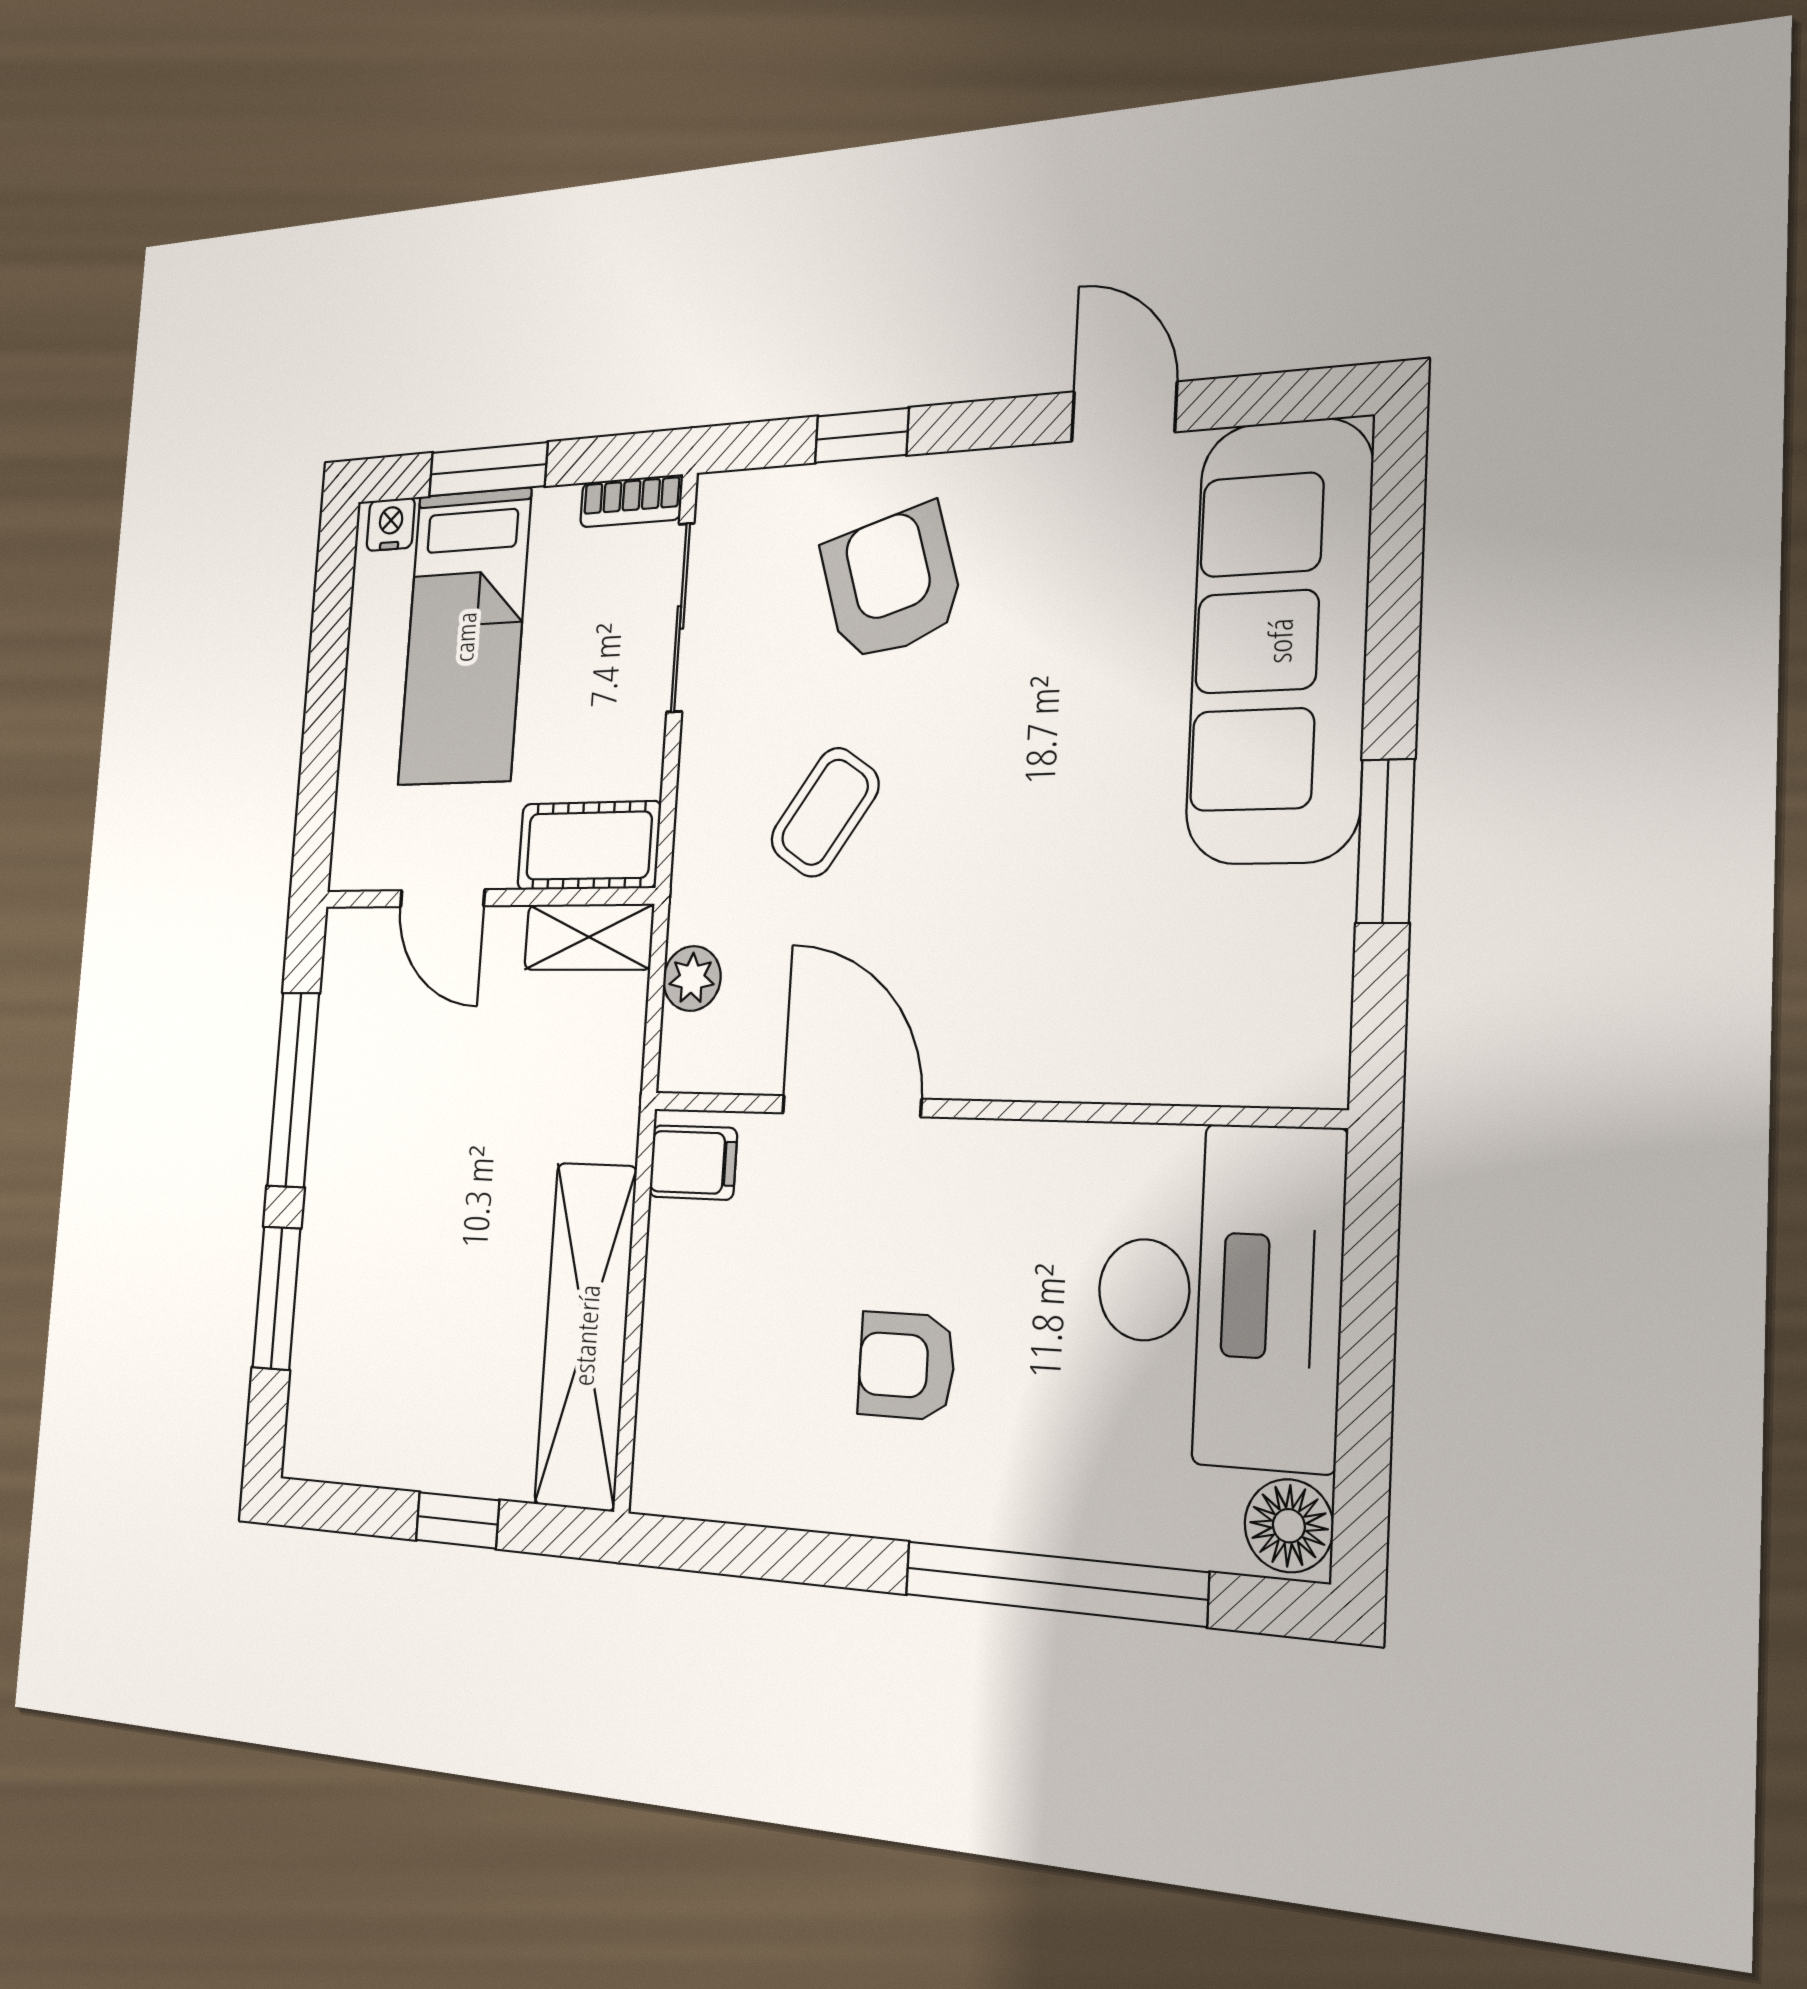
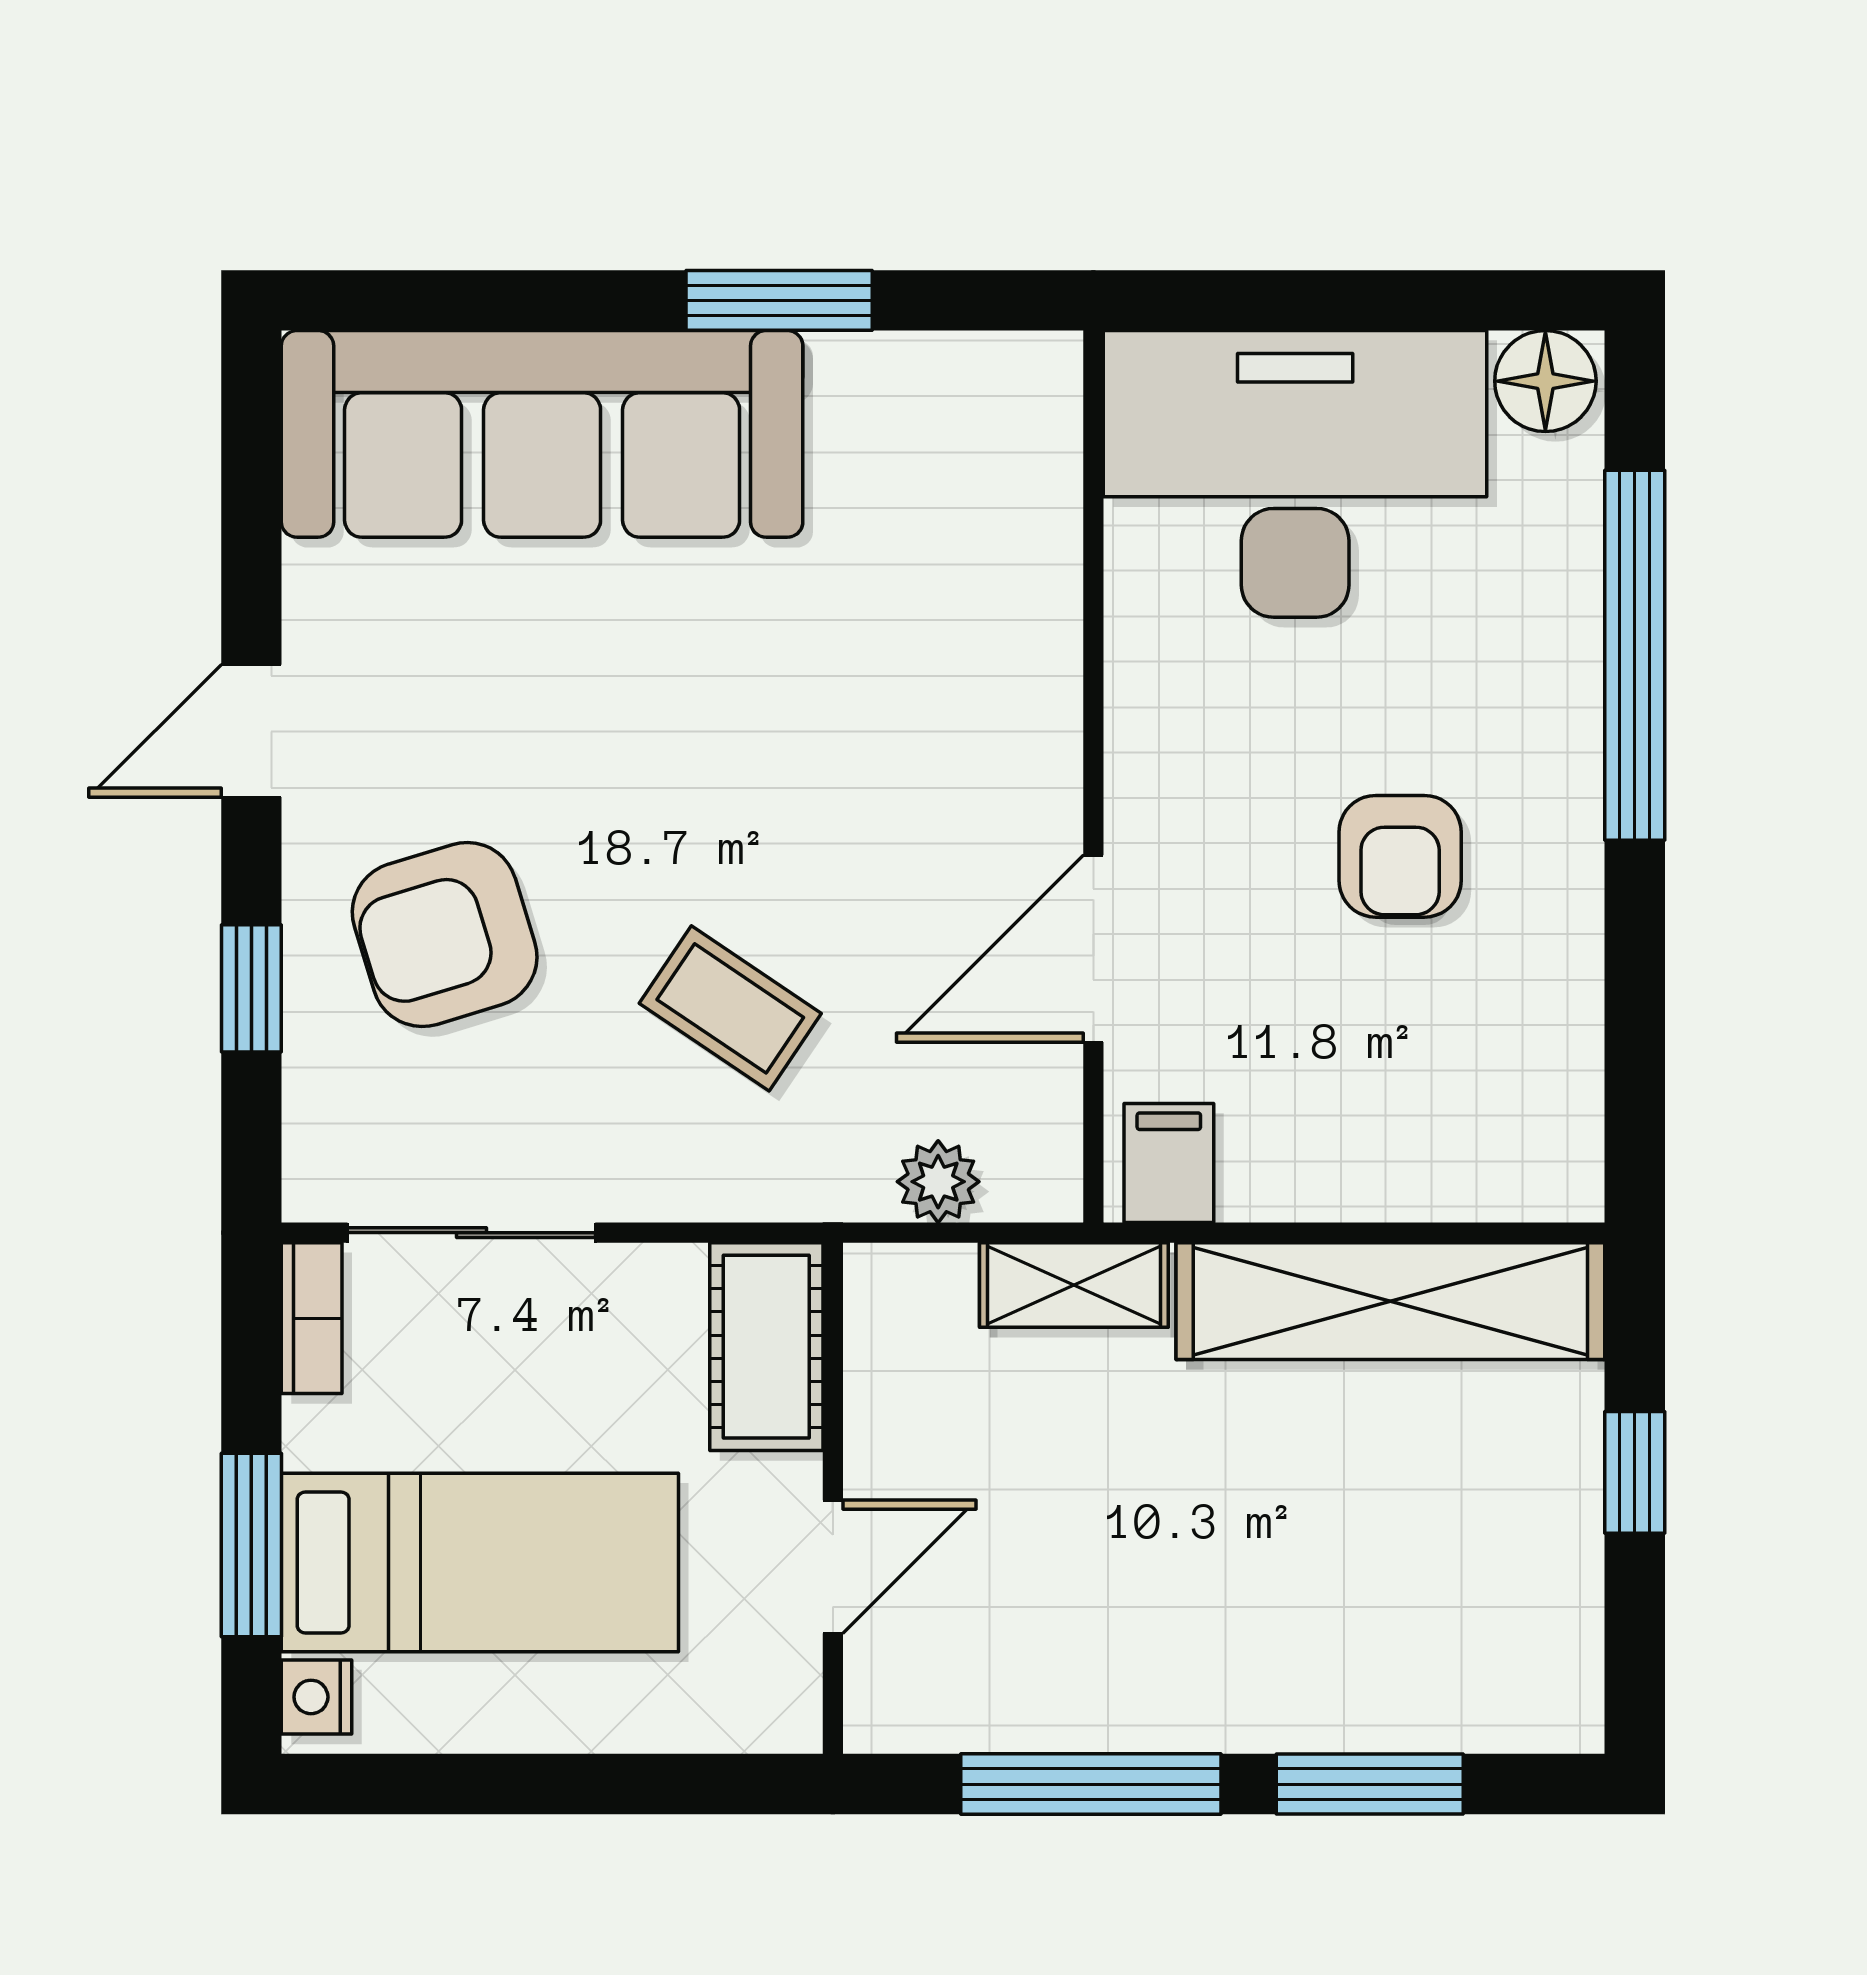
door: (1124, 412) -> (251, 731), moved
shelving: (589, 937) -> (1074, 1285), moved, turned 90

